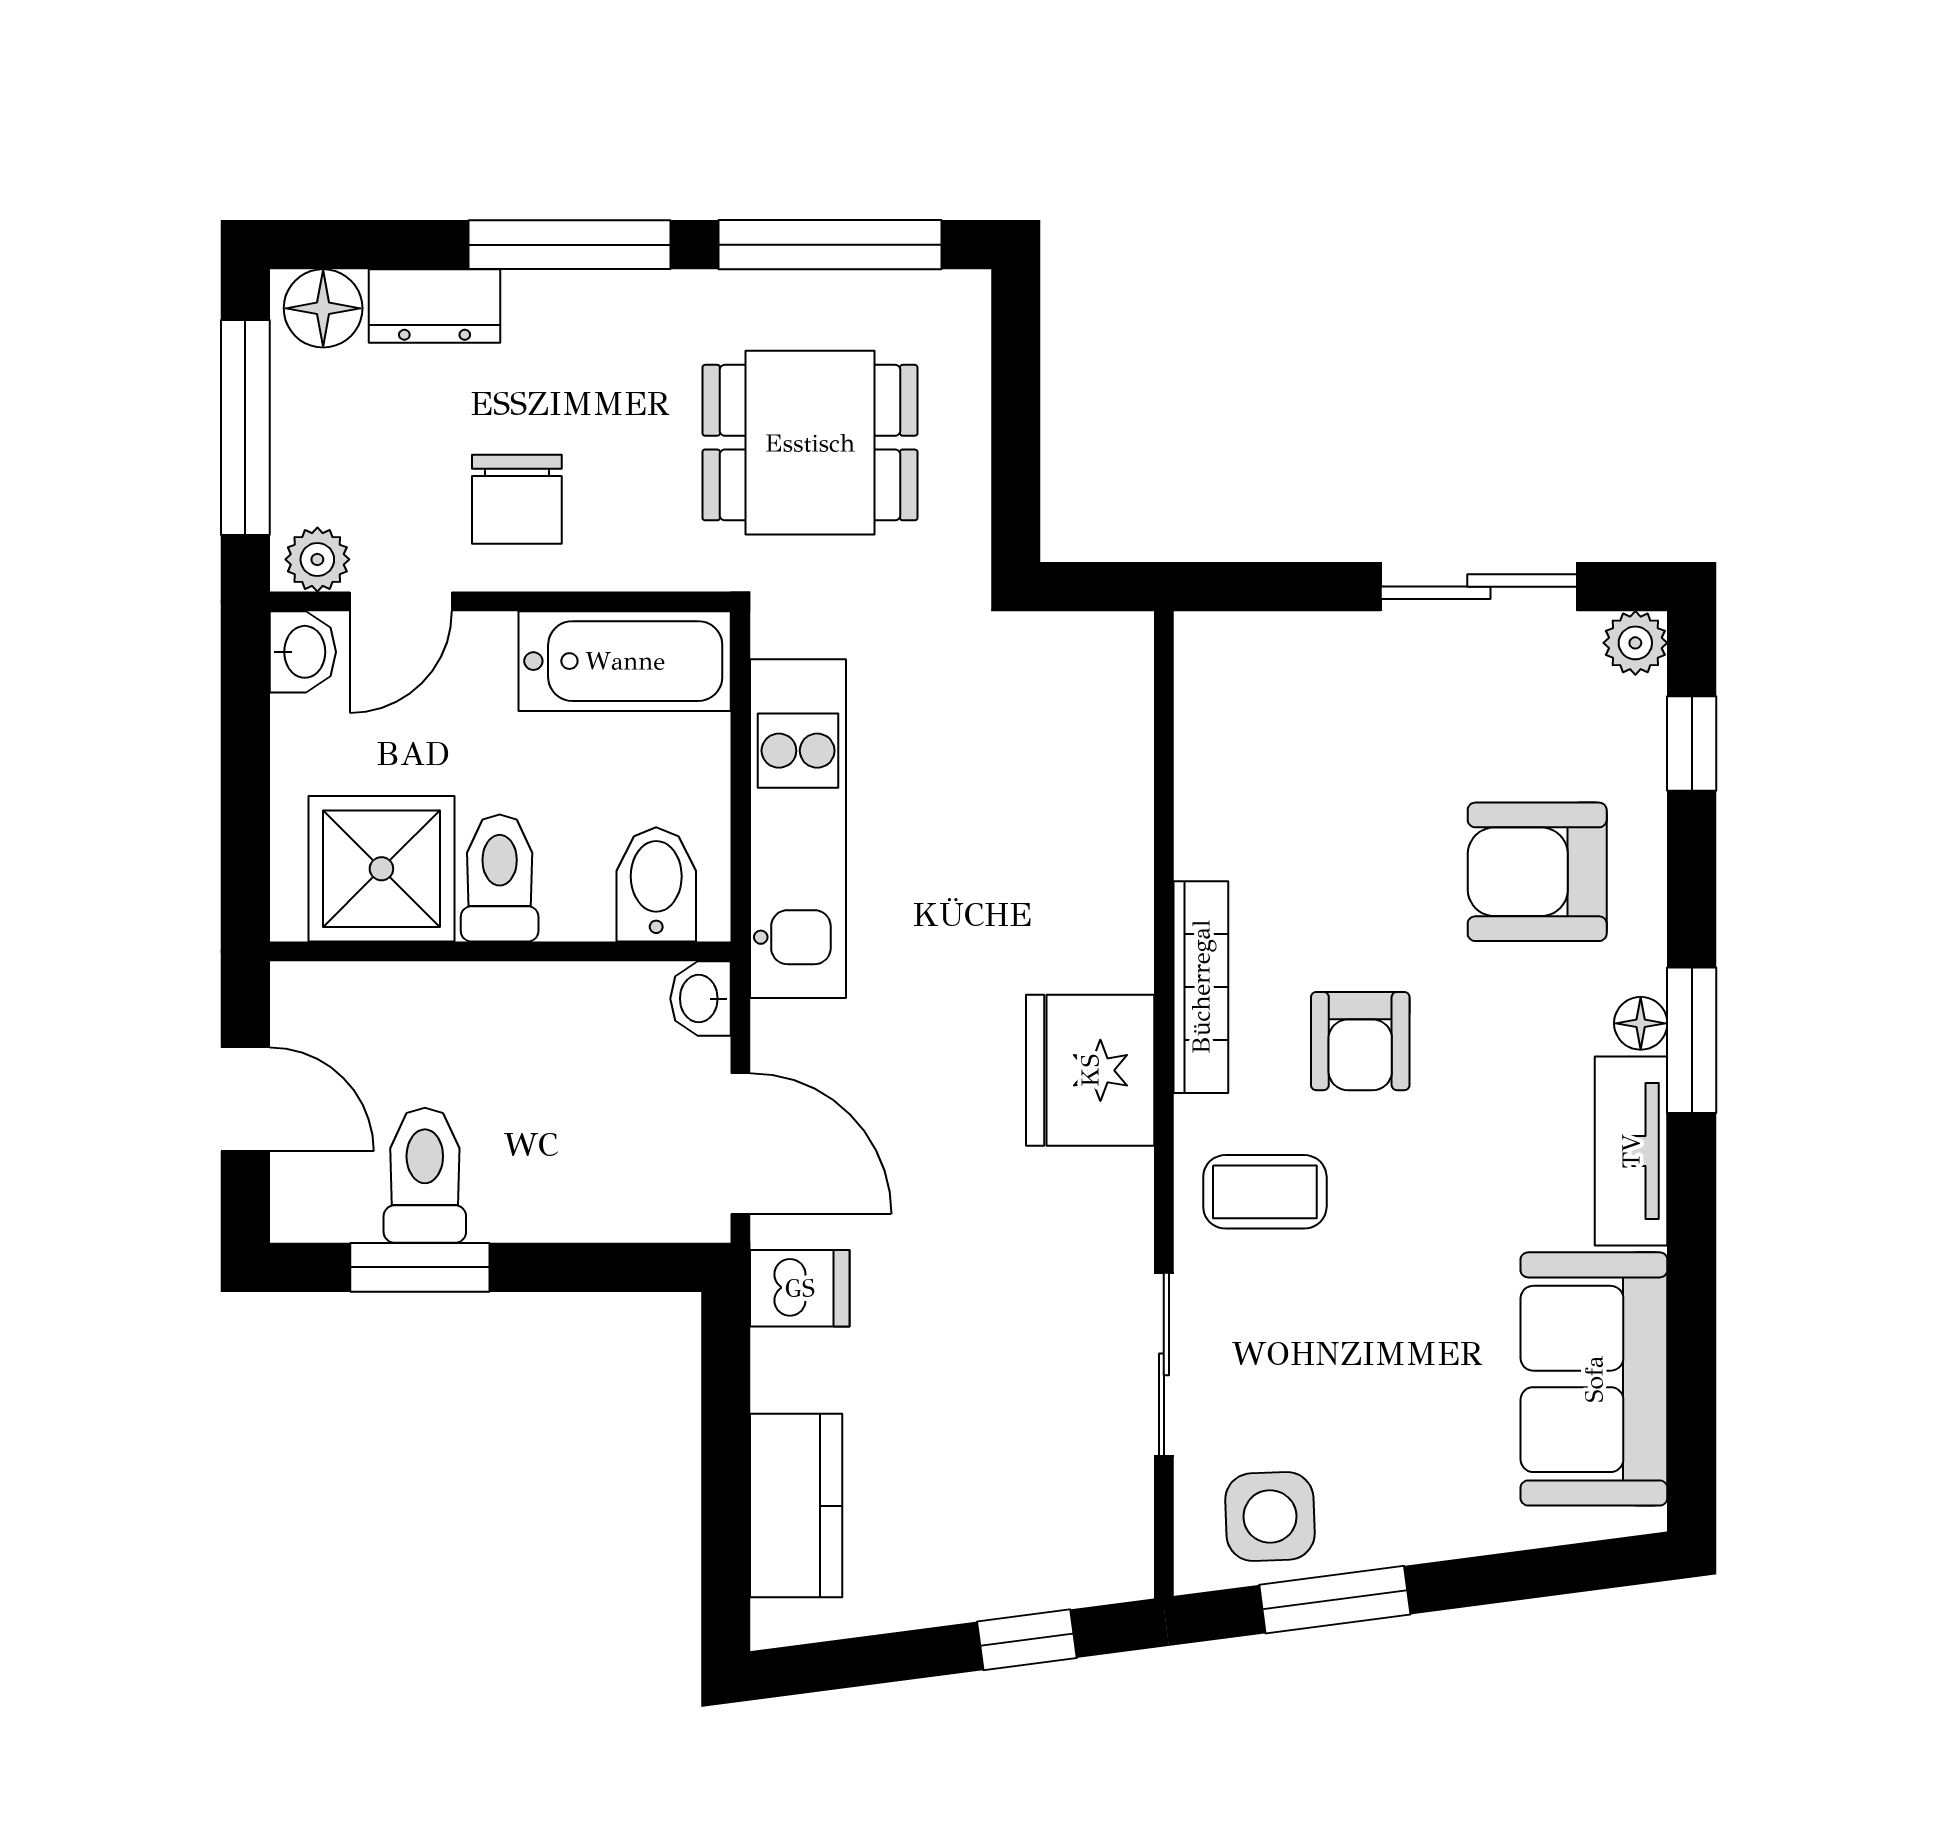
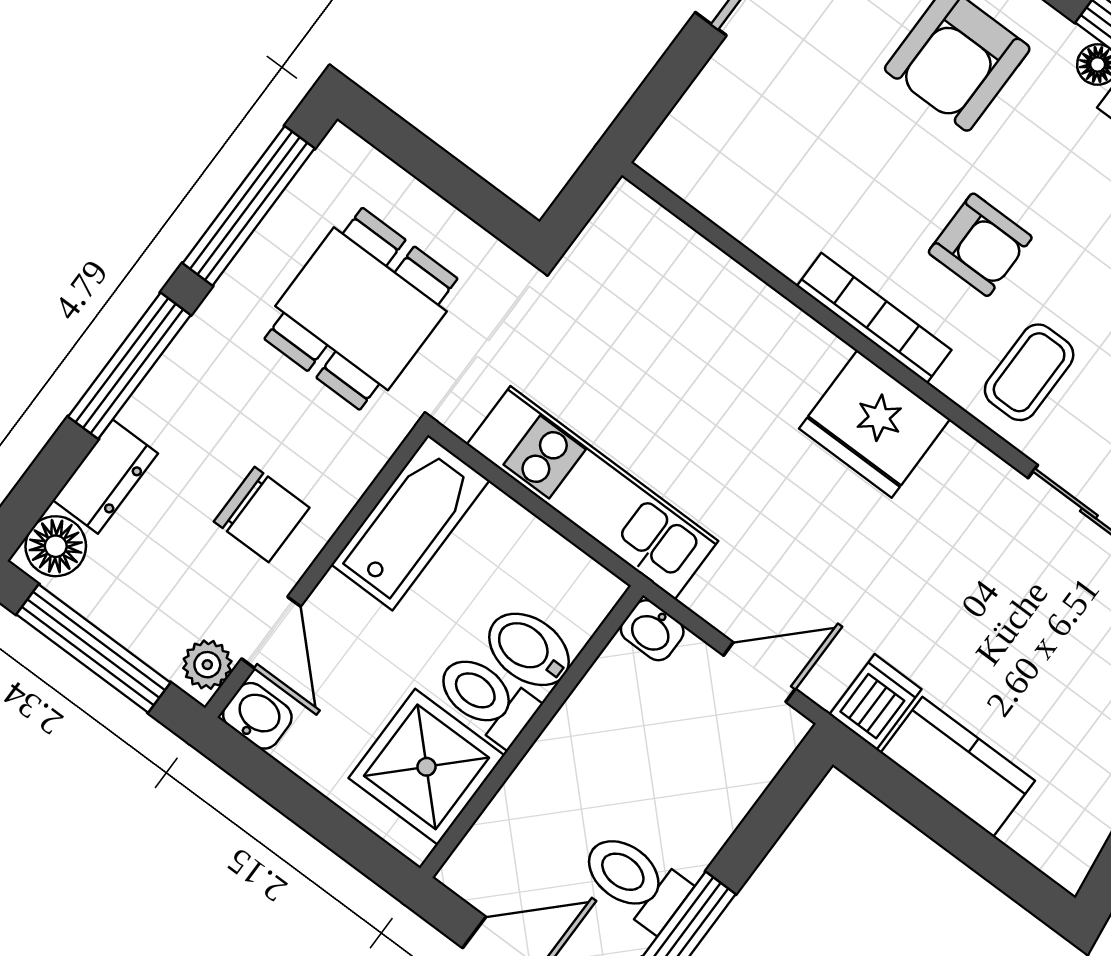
bidet: (656, 884) -> (529, 649), moved
door: (740, 1144) -> (759, 672), width x0.73
kitchen counter: (796, 1506) -> (958, 767), moved

